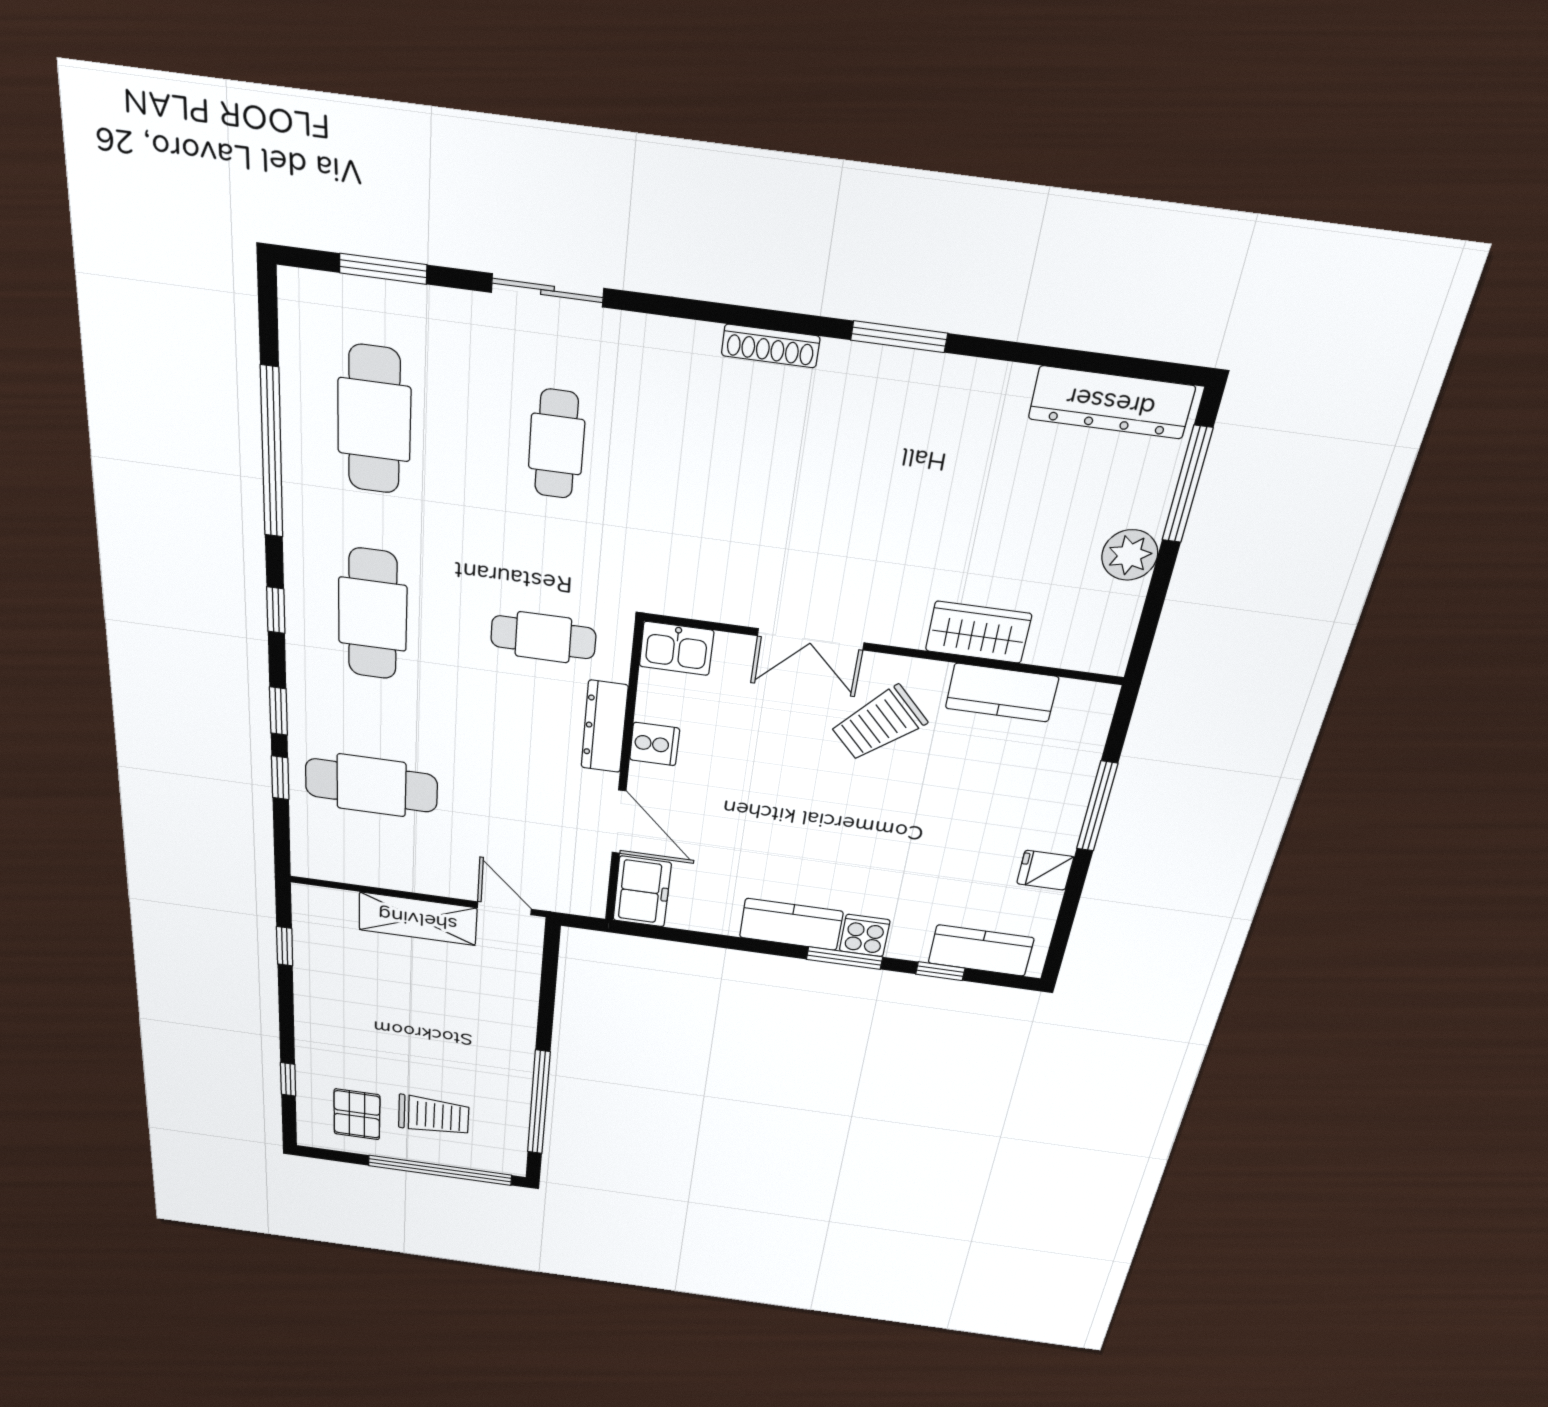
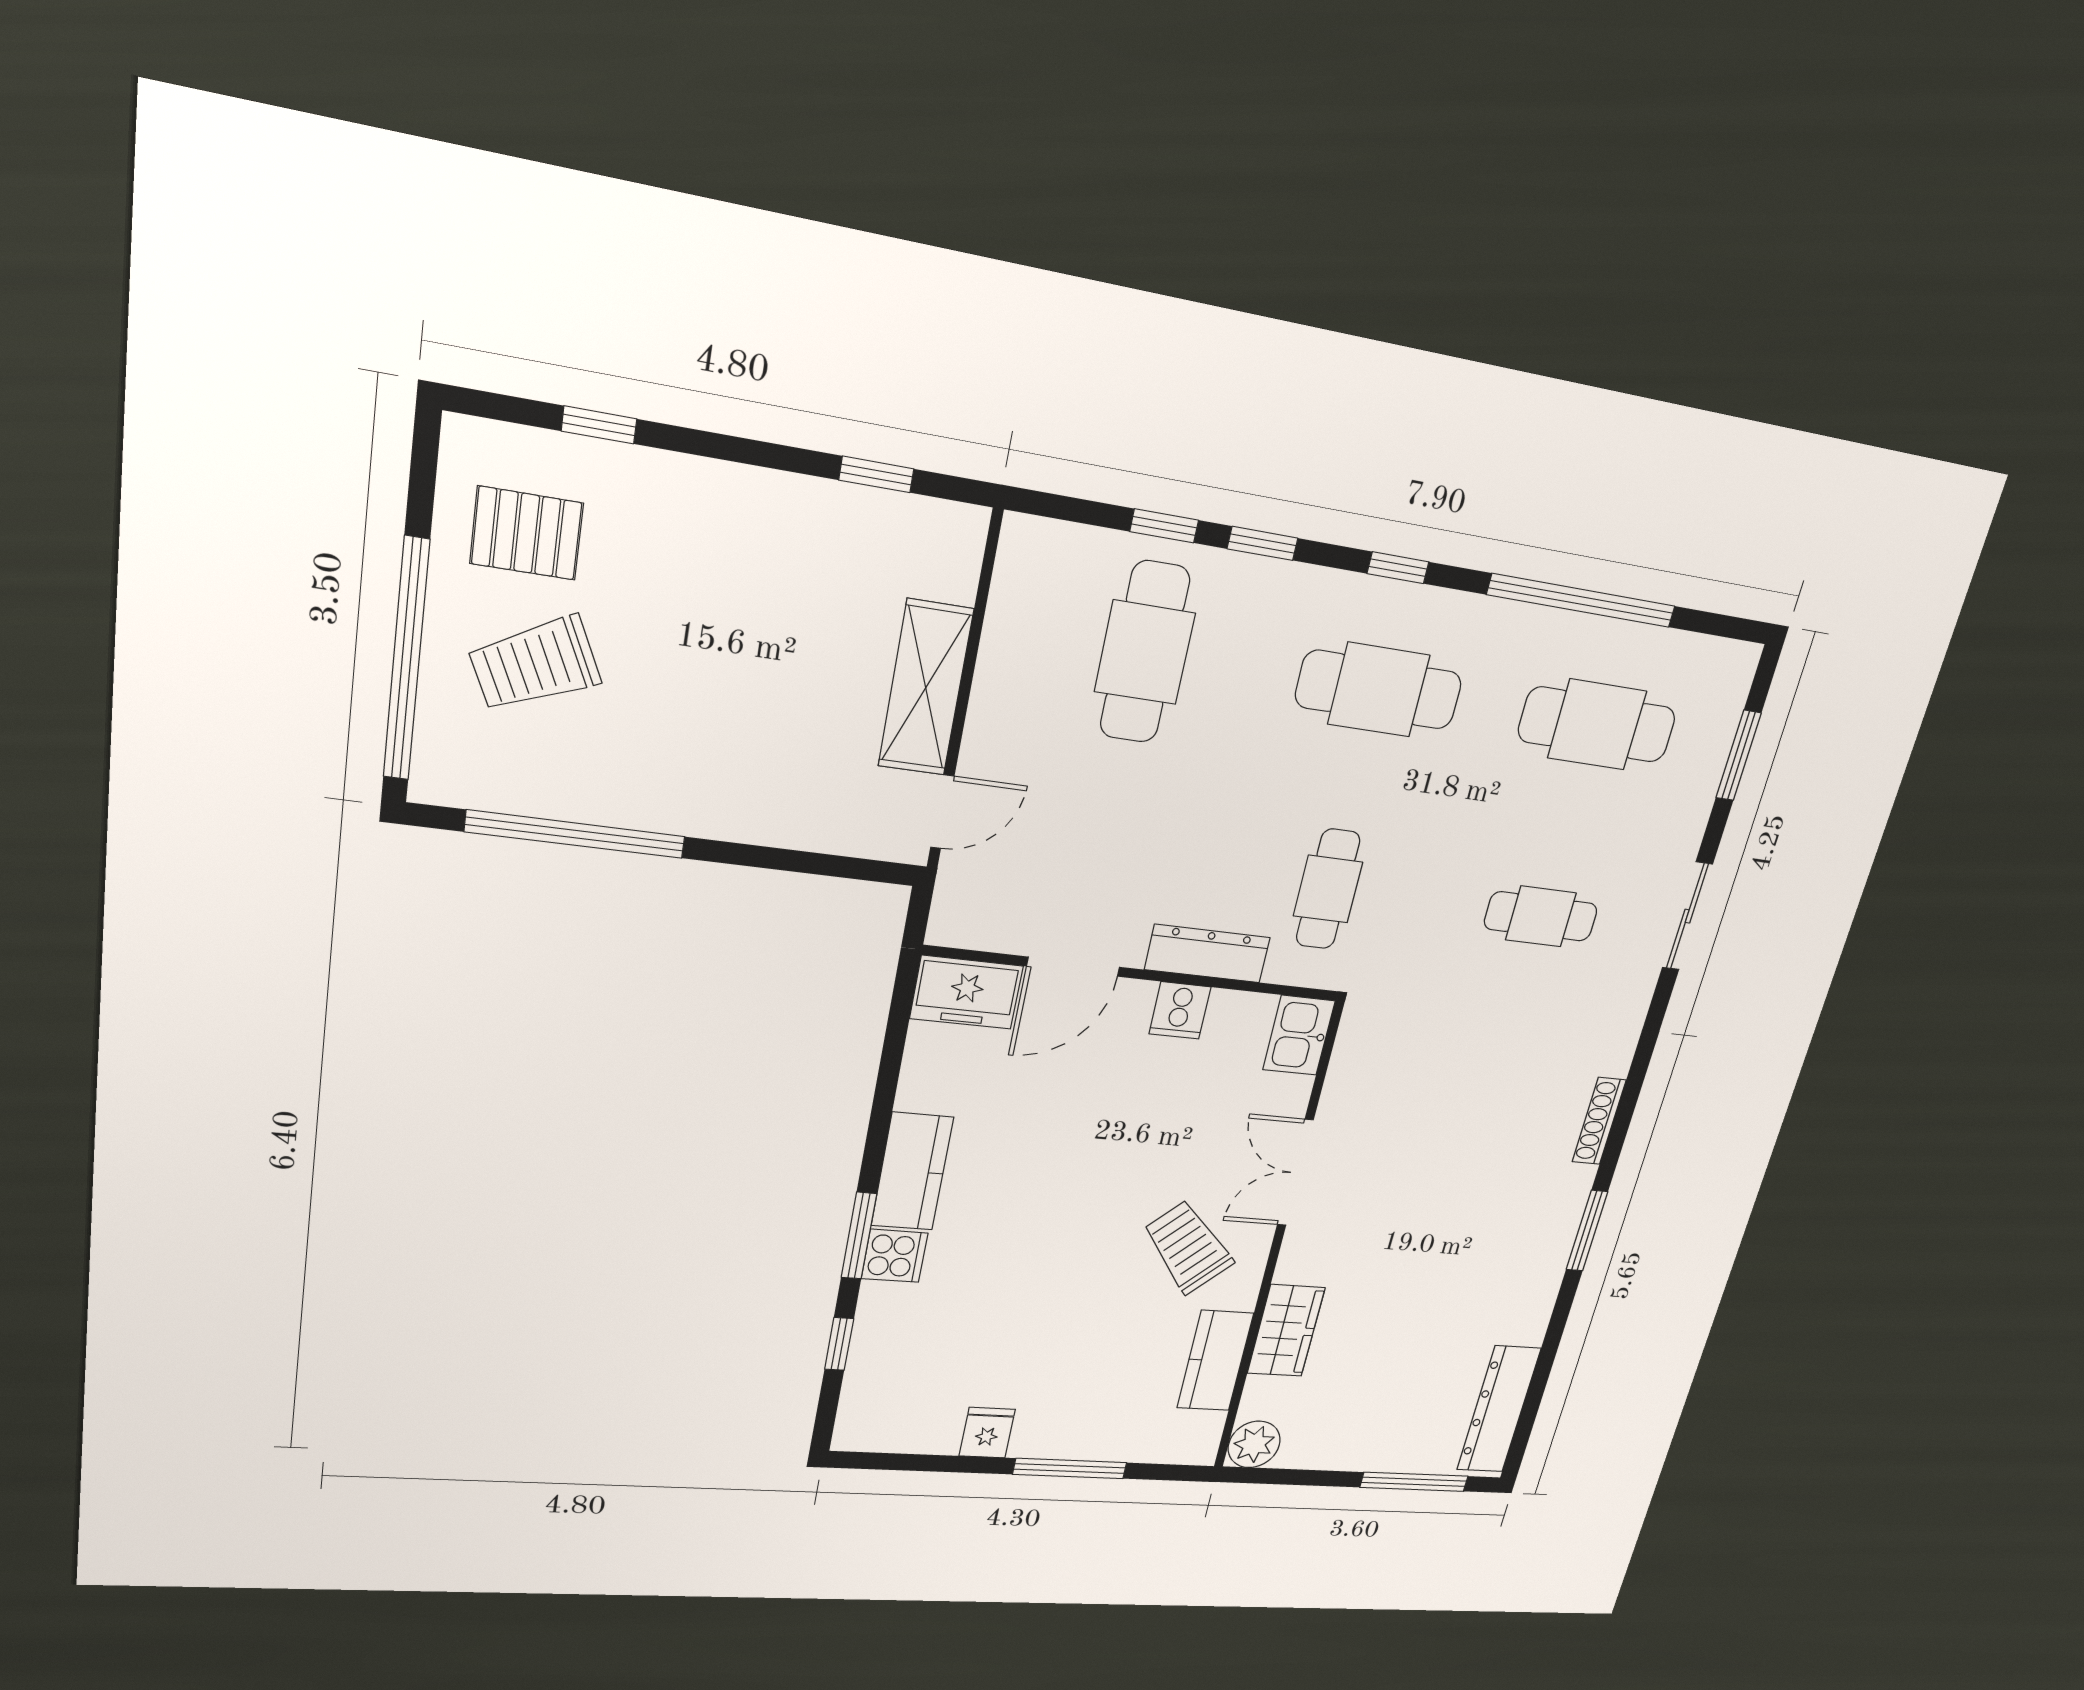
plant: (1130, 555) -> (1254, 1444), moved
kitchen counter: (981, 951) -> (872, 1384), removed
trolley: (434, 1115) -> (535, 664), turned 65

